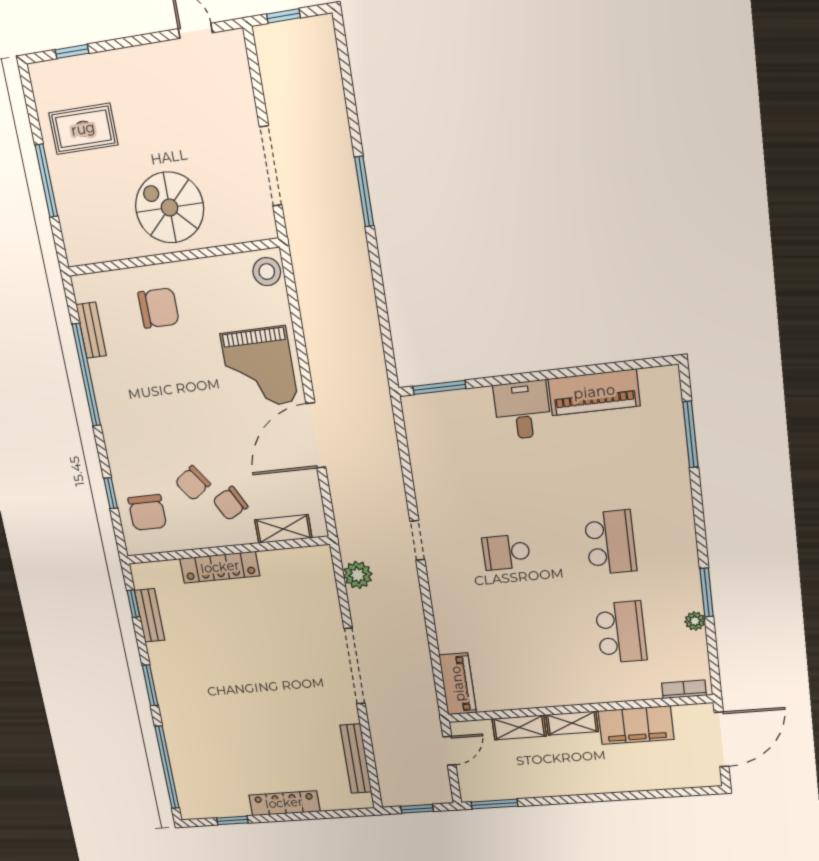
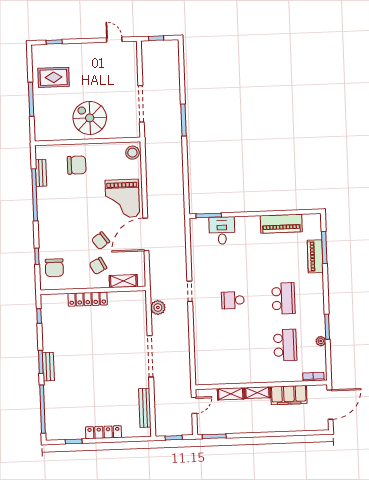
desk: (523, 410) -> (222, 231), moved
chair: (193, 483) -> (101, 241), moved
bench: (150, 615) -> (48, 367), moved
piano: (458, 684) -> (315, 256), moved, turned 180

